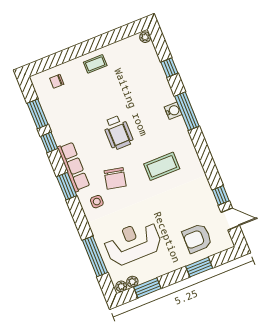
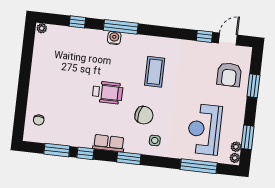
coffee table: (95, 64) -> (41, 81), removed
row of seats: (74, 167) -> (109, 143), width x0.68

